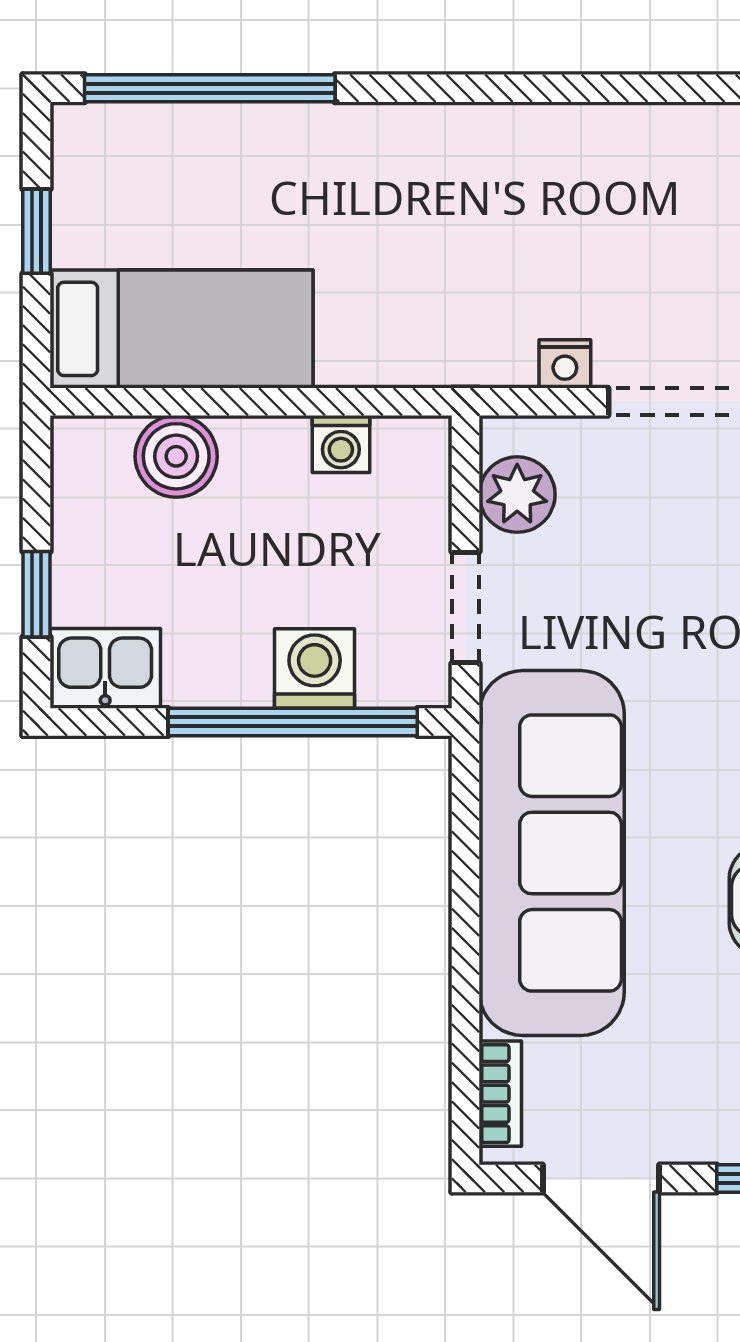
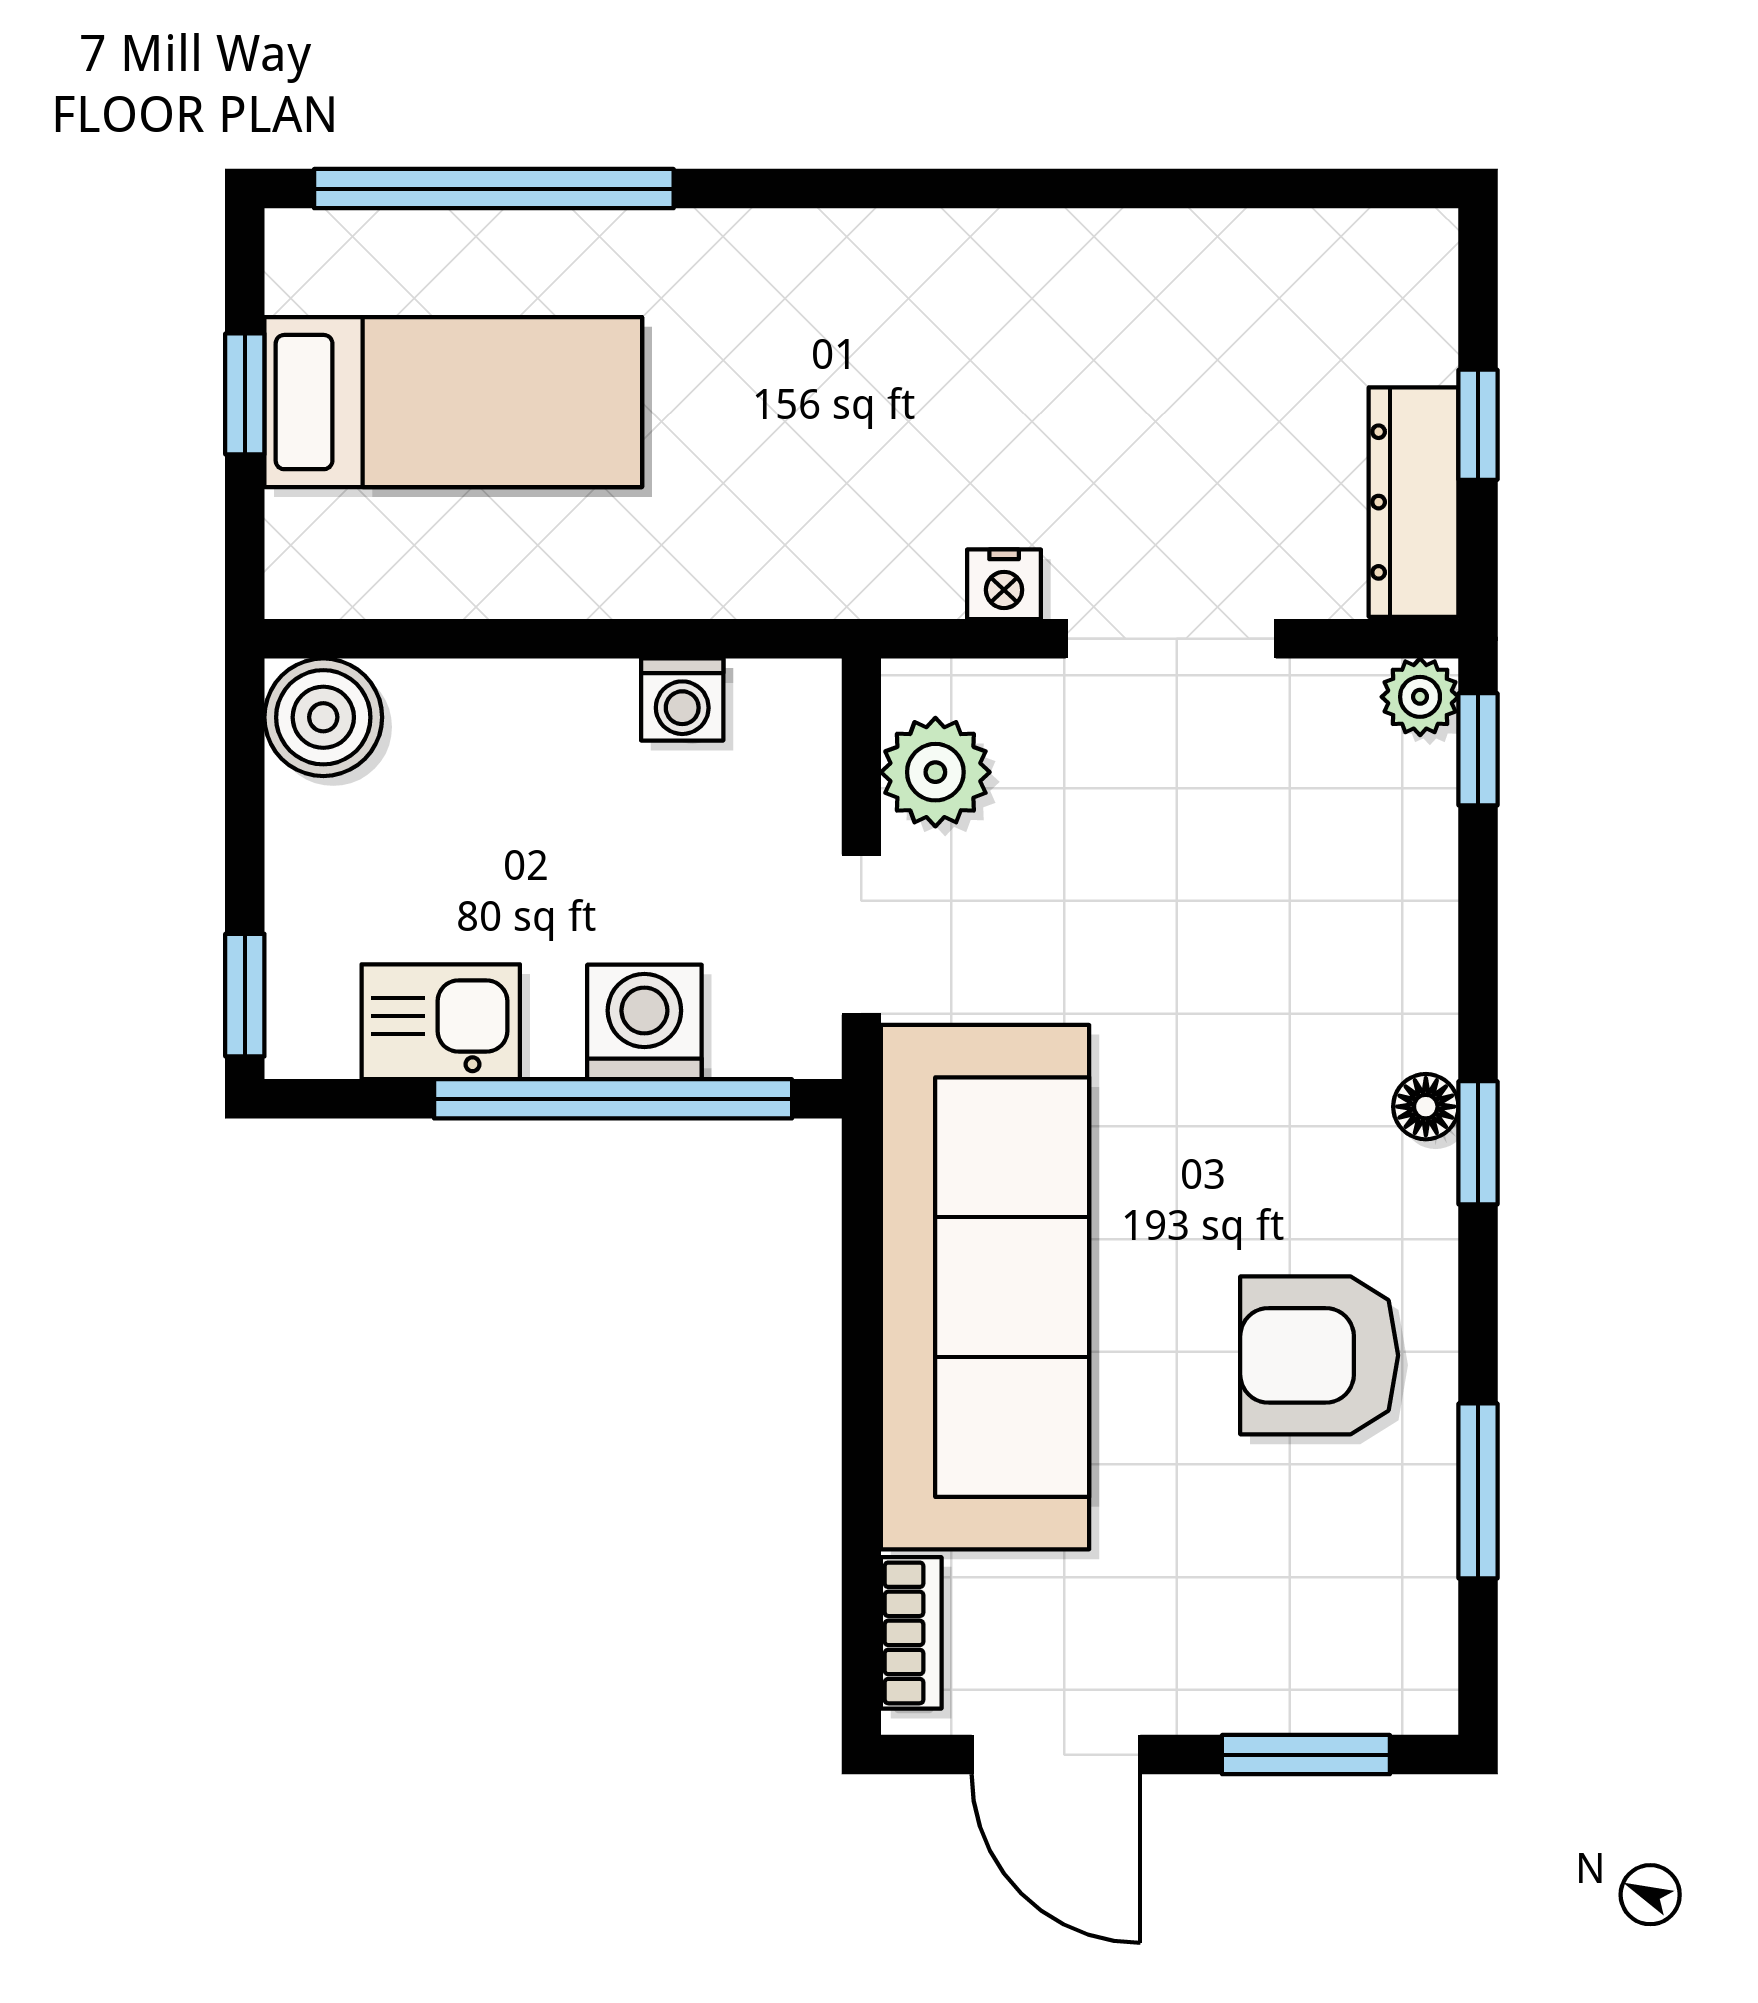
bed: (181, 329) -> (453, 402), moved
boiler: (176, 456) -> (323, 717), moved
window: (36, 594) -> (245, 995), moved
kitchen sink: (105, 668) -> (441, 1022), moved

